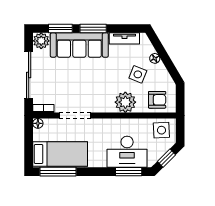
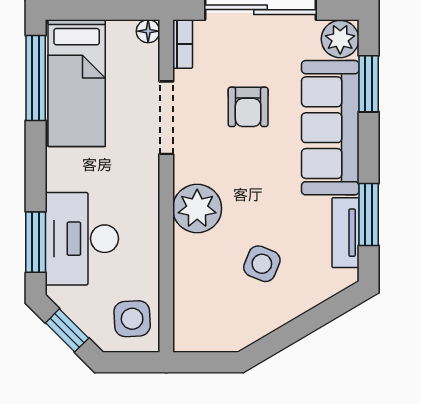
window: (93, 29) -> (369, 214), moved
floor lamp: (155, 58) -> (299, 303), removed
armchair: (157, 100) -> (248, 107), moved
plant: (125, 102) -> (197, 209), moved

